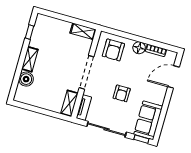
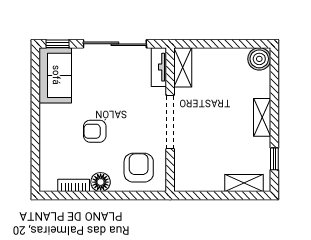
shelving: (83, 31) -> (244, 183), moved
door: (174, 77) -> (35, 153), removed
boiler: (26, 79) -> (259, 59), moved
armchair: (122, 93) -> (95, 131), moved, turned -90

